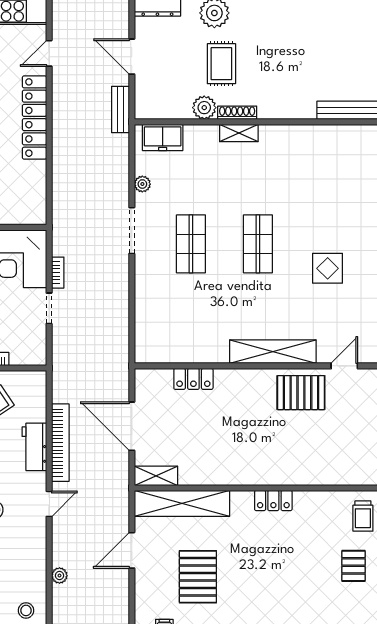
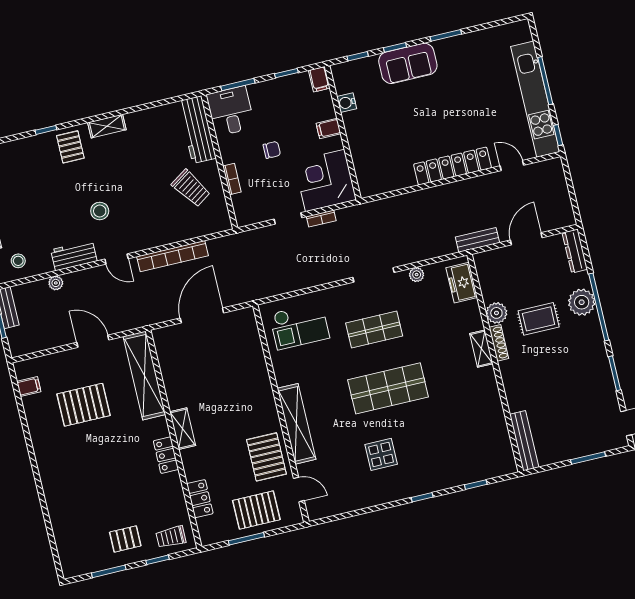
shop shelf: (258, 244) -> (388, 388), width x1.43, depth x1.36
checkout: (168, 324) -> (299, 326), added
locker: (193, 379) -> (200, 499), moved, turned 180
pallet: (356, 417) -> (256, 510), added
workbench: (34, 447) -> (74, 255), moved
shelving: (156, 476) -> (183, 429), moved

